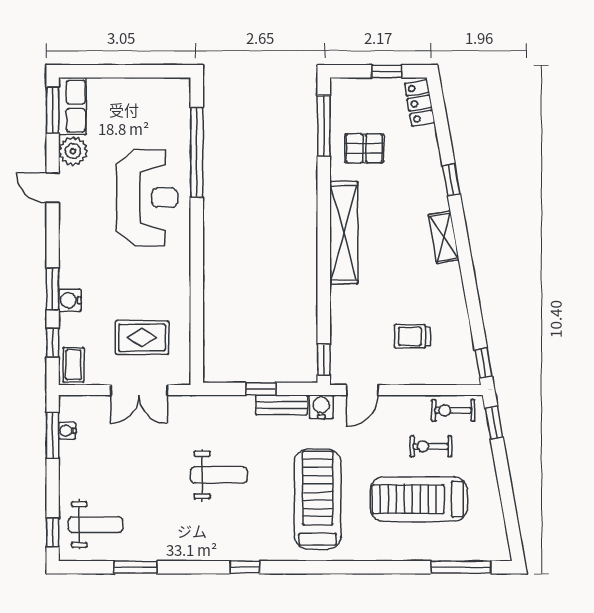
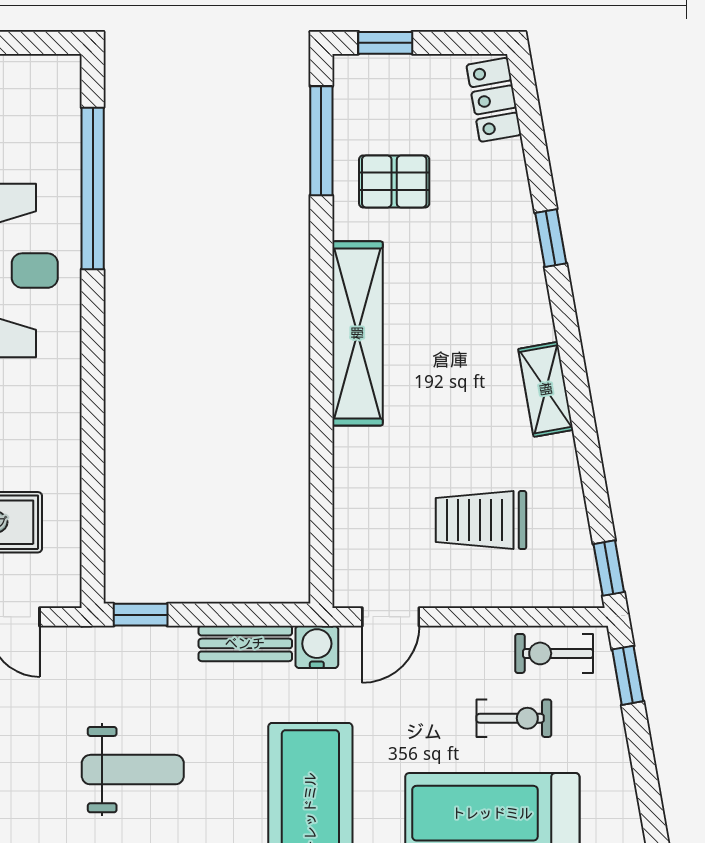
window: (387, 71) -> (385, 43), moved
shelving: (444, 237) -> (546, 389), moved
trolley: (412, 336) -> (481, 520), width x1.36, depth x1.39
window: (324, 360) -> (321, 562), removed
window: (261, 389) -> (141, 615), moved
exercise bike: (431, 446) -> (514, 718), turned 180

